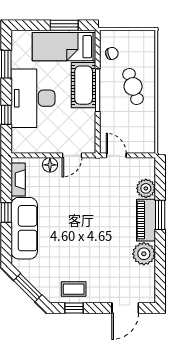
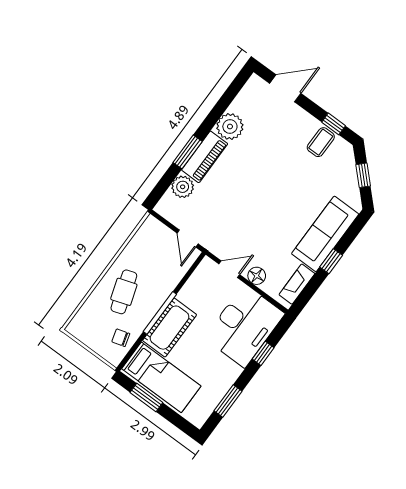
desk: (33, 98) -> (244, 326), moved
window: (28, 288) -> (363, 175), width x0.67
coffee table: (74, 289) -> (321, 142), turned 90

